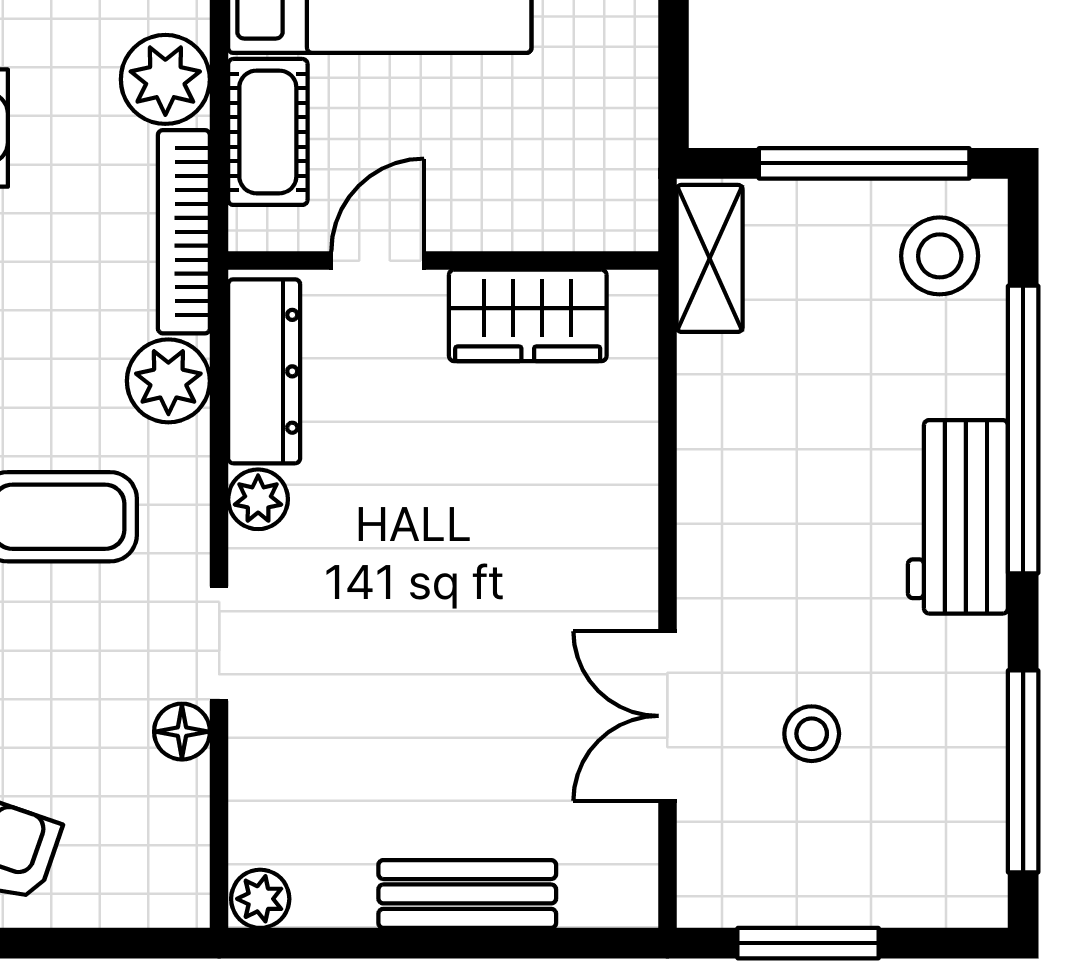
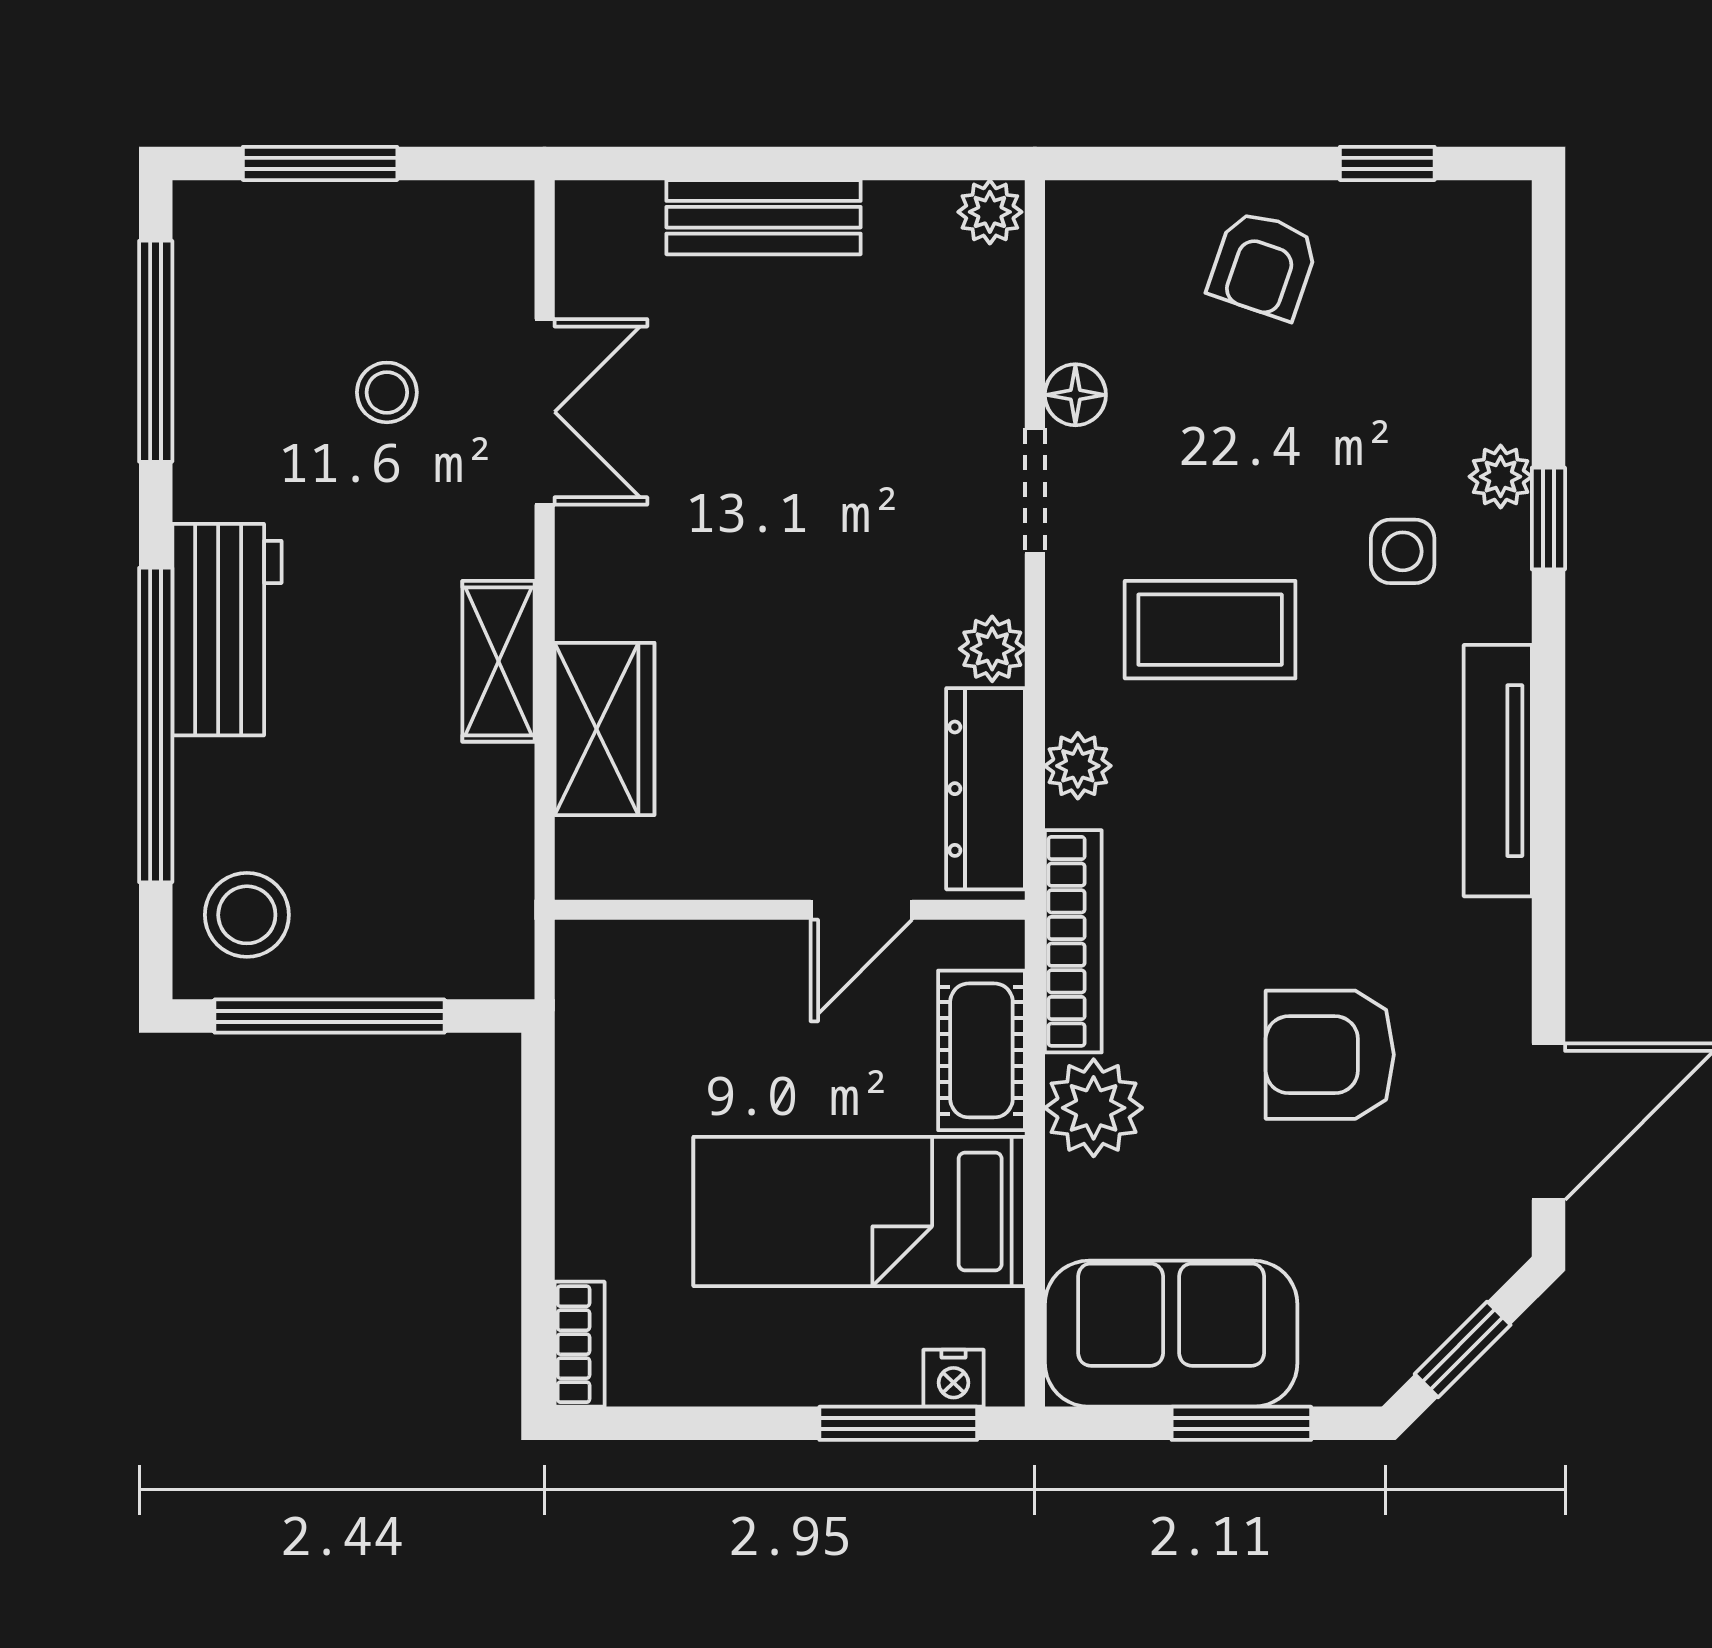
shelving: (710, 258) -> (498, 661), moved
wardrobe: (528, 315) -> (605, 729), moved, turned 90
plant: (168, 381) -> (1078, 766), width x0.73, depth x0.73
window: (808, 943) -> (320, 163), moved

